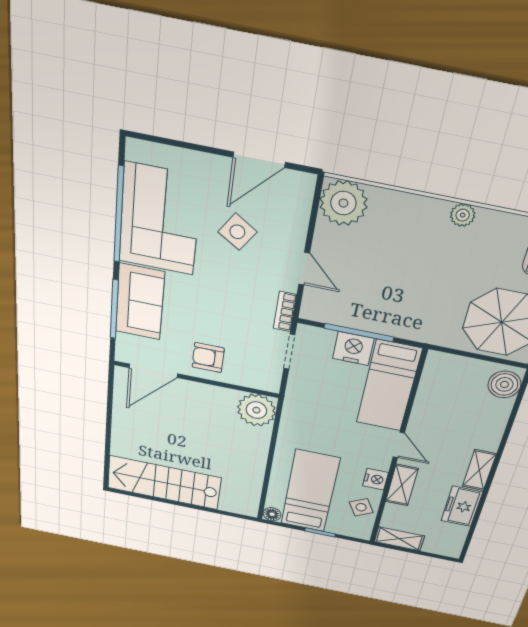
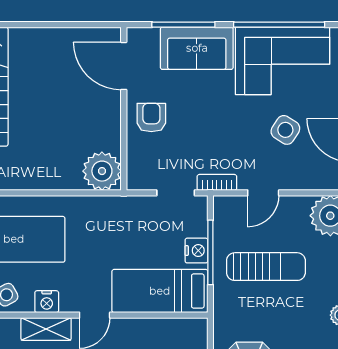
sun lounger: (387, 282) -> (266, 267), added
nightstand: (353, 348) -> (196, 251), width x0.74, depth x0.75

